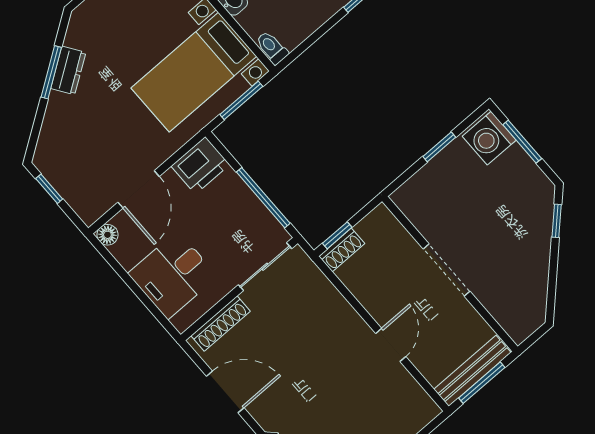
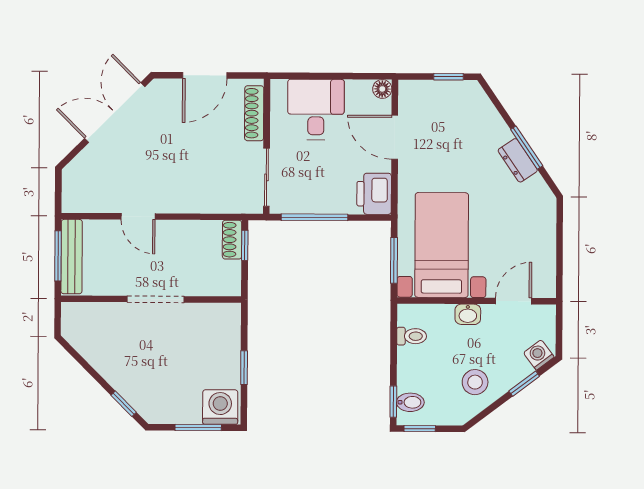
toilet: (272, 48) -> (412, 336), moved

